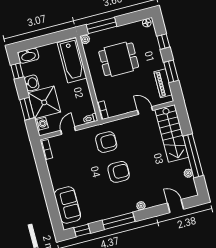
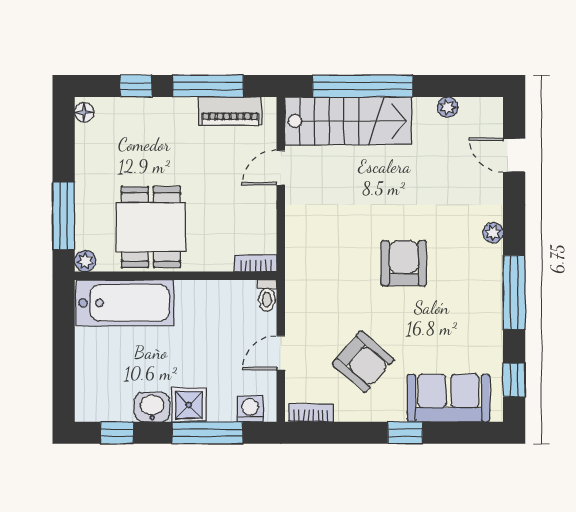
washbasin: (28, 56) -> (89, 399), removed
dining table: (119, 59) -> (151, 227), moved
window: (171, 71) -> (208, 86), width x1.44
shower: (44, 102) -> (189, 405), width x0.54, depth x0.54
window: (27, 109) -> (207, 433), width x1.44
door: (68, 130) -> (281, 353), hinge flipped
armchair: (106, 142) -> (363, 362), moved, turned 131
window: (193, 156) -> (362, 86), moved
window: (48, 191) -> (405, 433), added
door: (176, 206) -> (514, 155), hinge flipped

